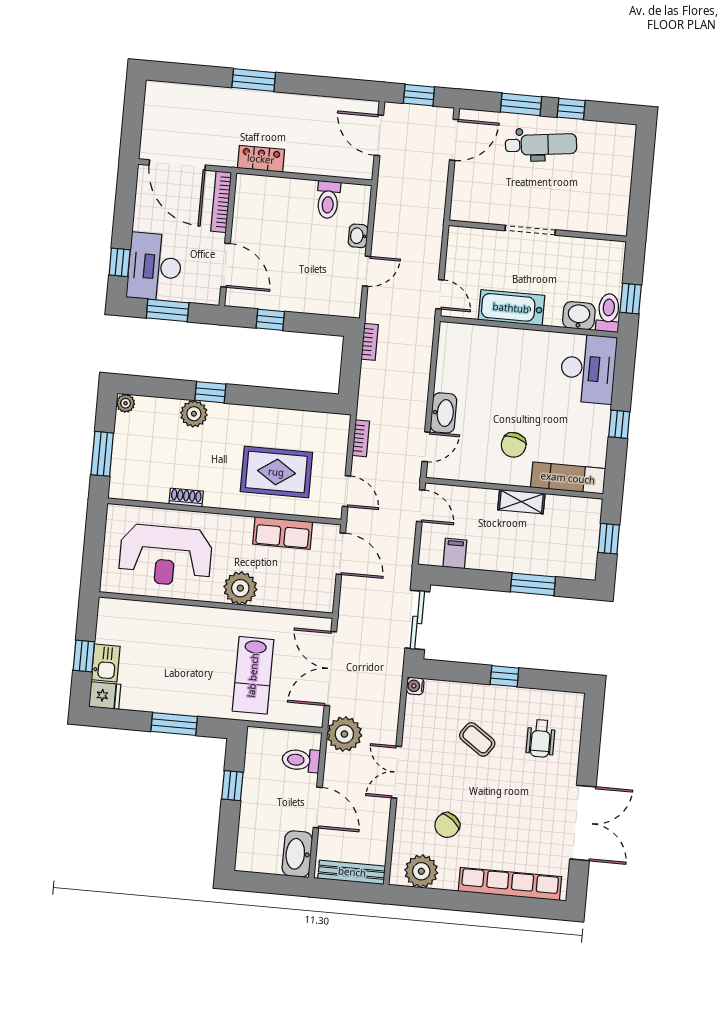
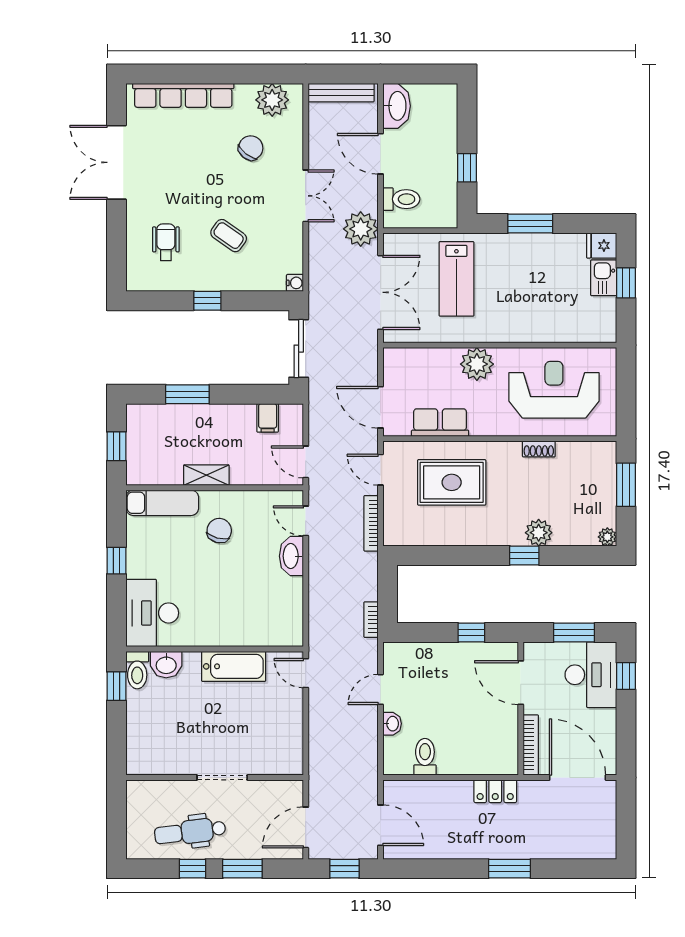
dental chair: (541, 145) -> (190, 832), moved
doorway: (530, 230) -> (222, 777), moved
wall: (538, 231) -> (215, 777), moved
bookcase: (361, 438) -> (371, 523), width x1.56
door: (426, 447) -> (306, 521), hinge flipped
lab bench: (253, 675) -> (456, 279), turned 180

